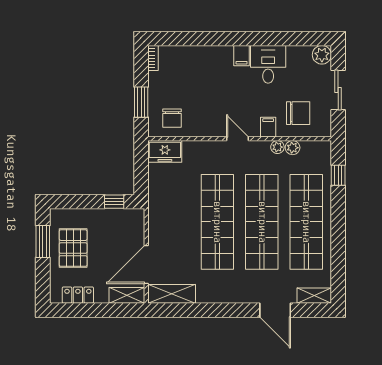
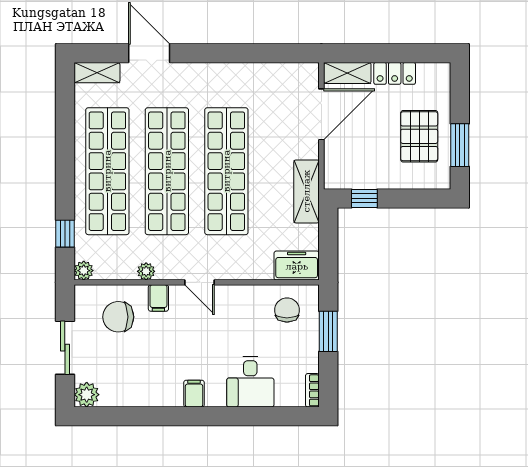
desk: (268, 64) -> (250, 382), moved
plant: (293, 148) -> (84, 271), moved
shelving: (172, 294) -> (306, 191), moved, turned 90
locker: (78, 295) -> (395, 73), moved

